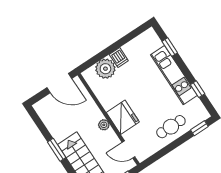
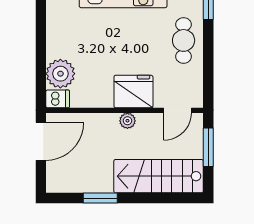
dishwasher: (119, 58) -> (58, 99), moved
window: (57, 150) -> (100, 198), moved

